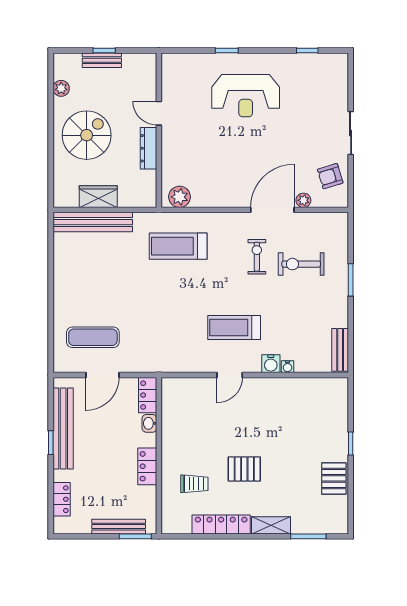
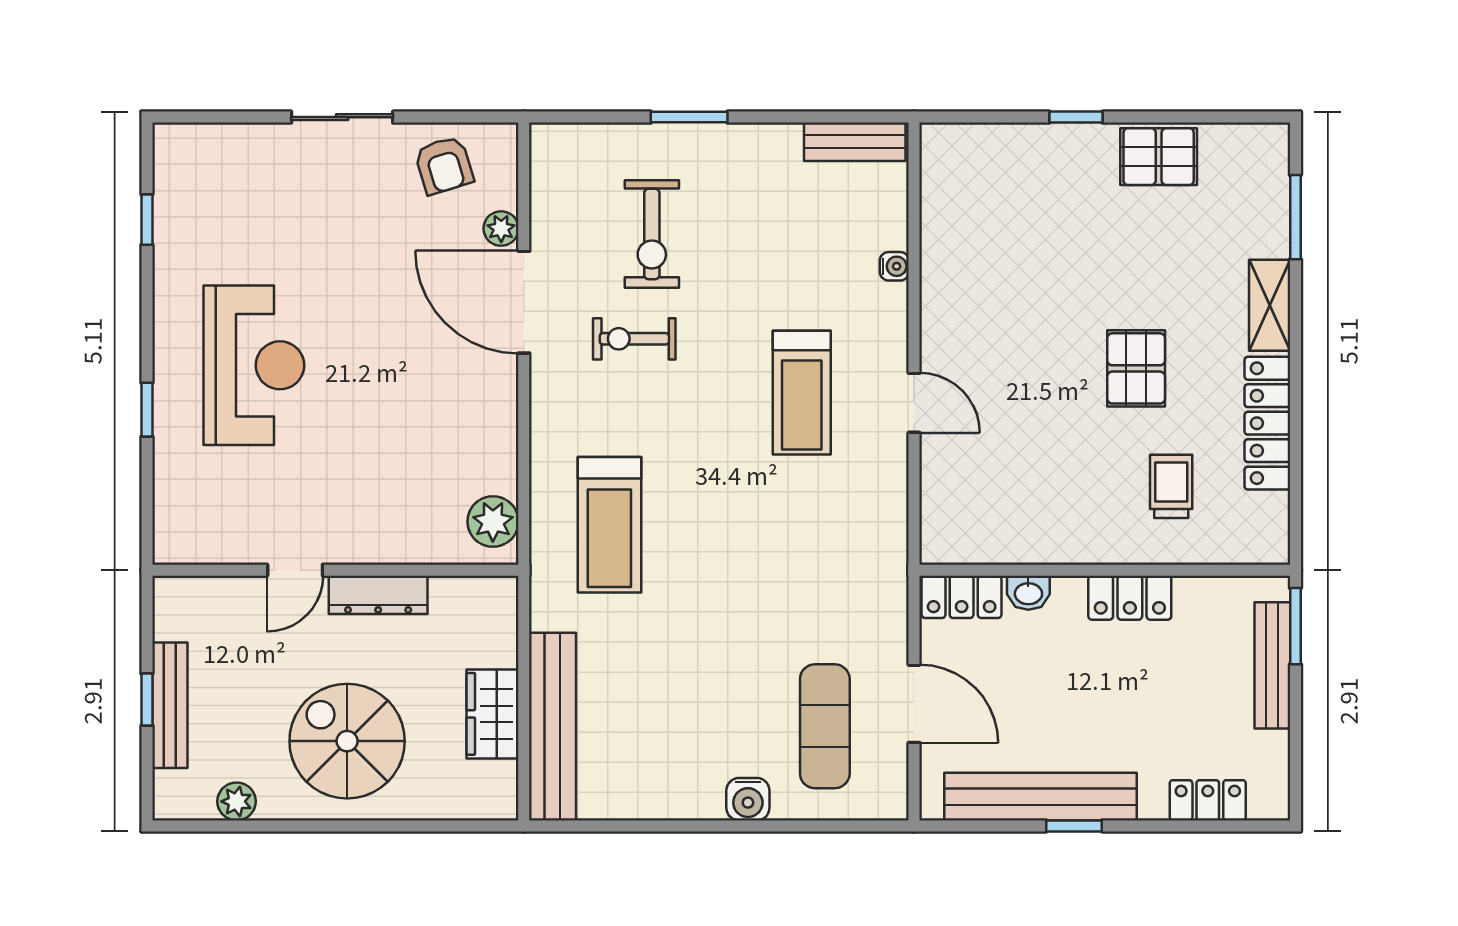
bench: (102, 60) -> (170, 705), width x1.36
water cooler: (271, 364) -> (748, 799), moved, turned 90

